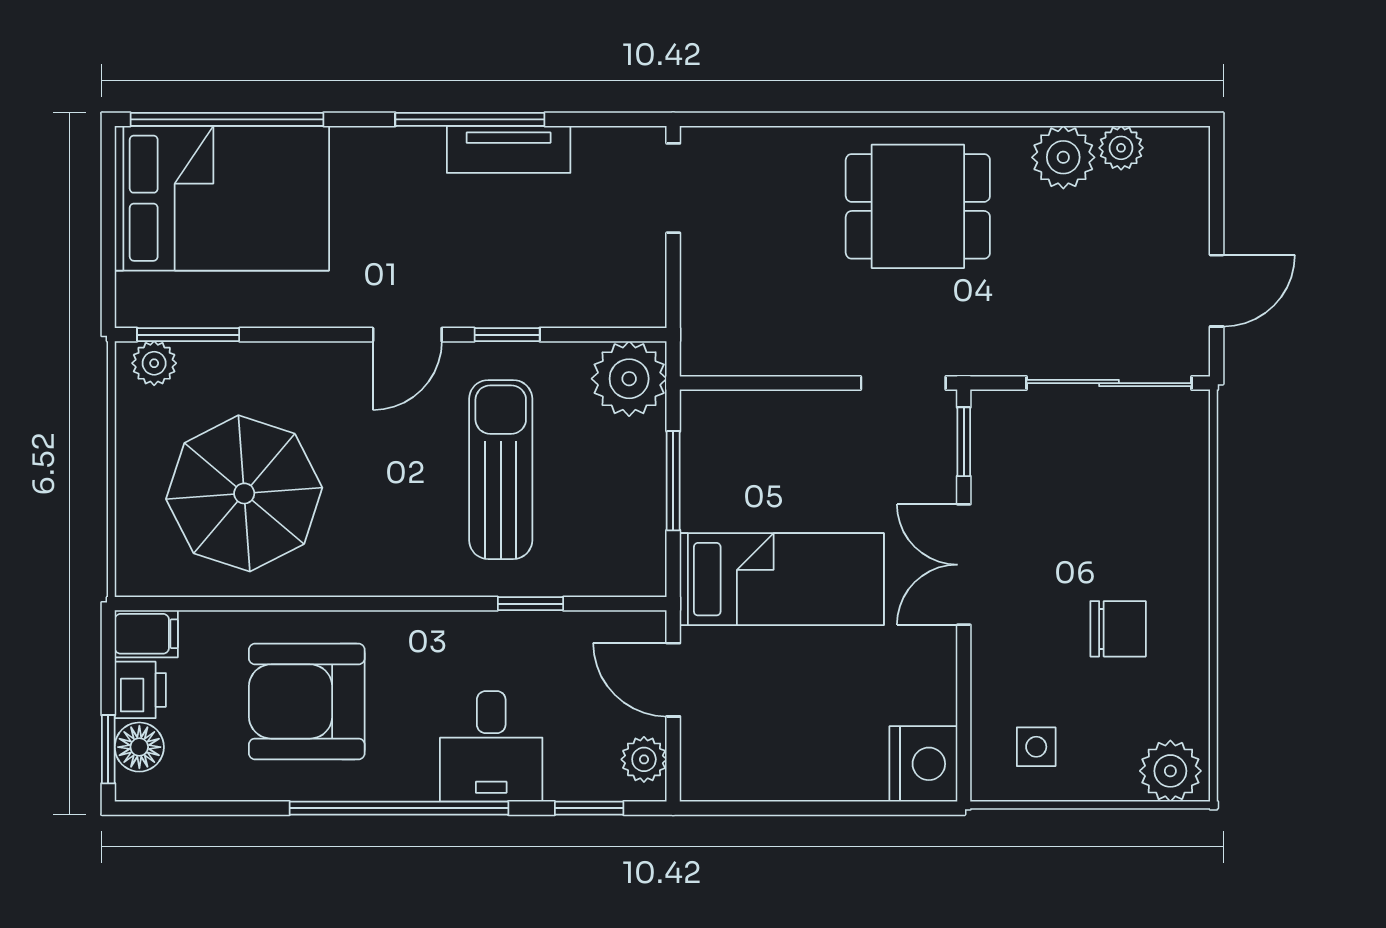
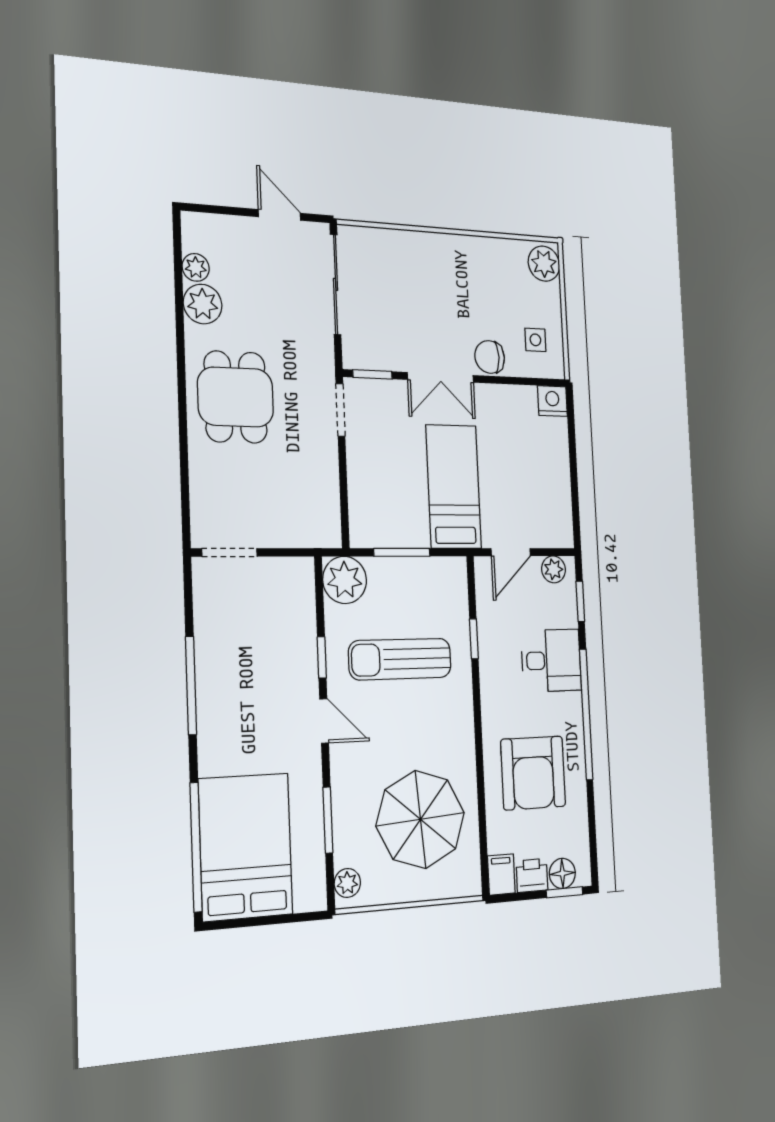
tv unit: (509, 149) -> (209, 660), removed
window: (188, 335) -> (328, 820), moved
chair: (1118, 629) -> (490, 357), moved, turned -90
nightstand: (923, 764) -> (552, 401), width x0.74, depth x0.75

